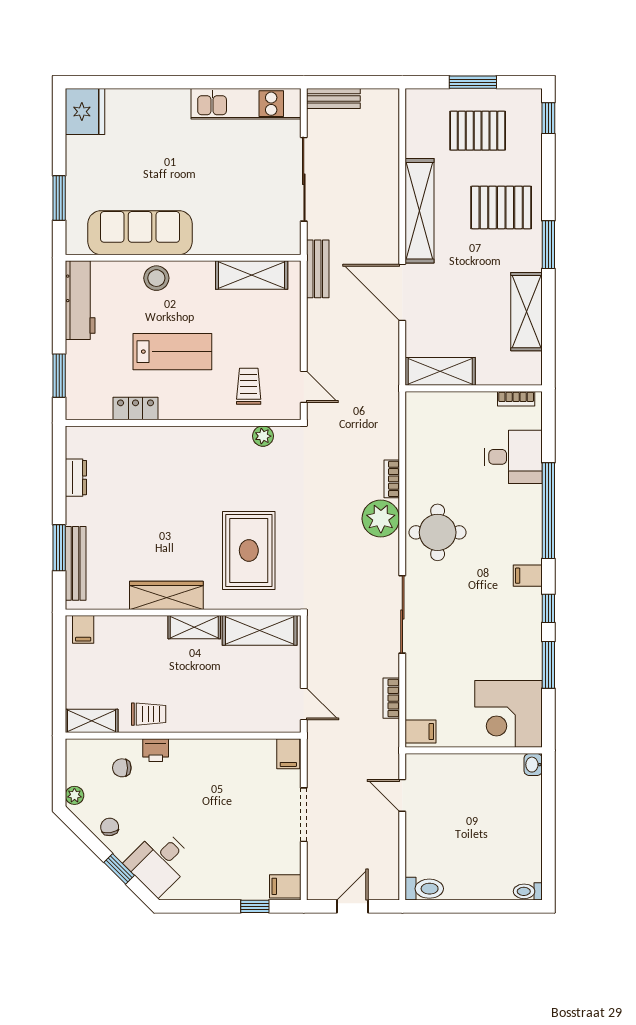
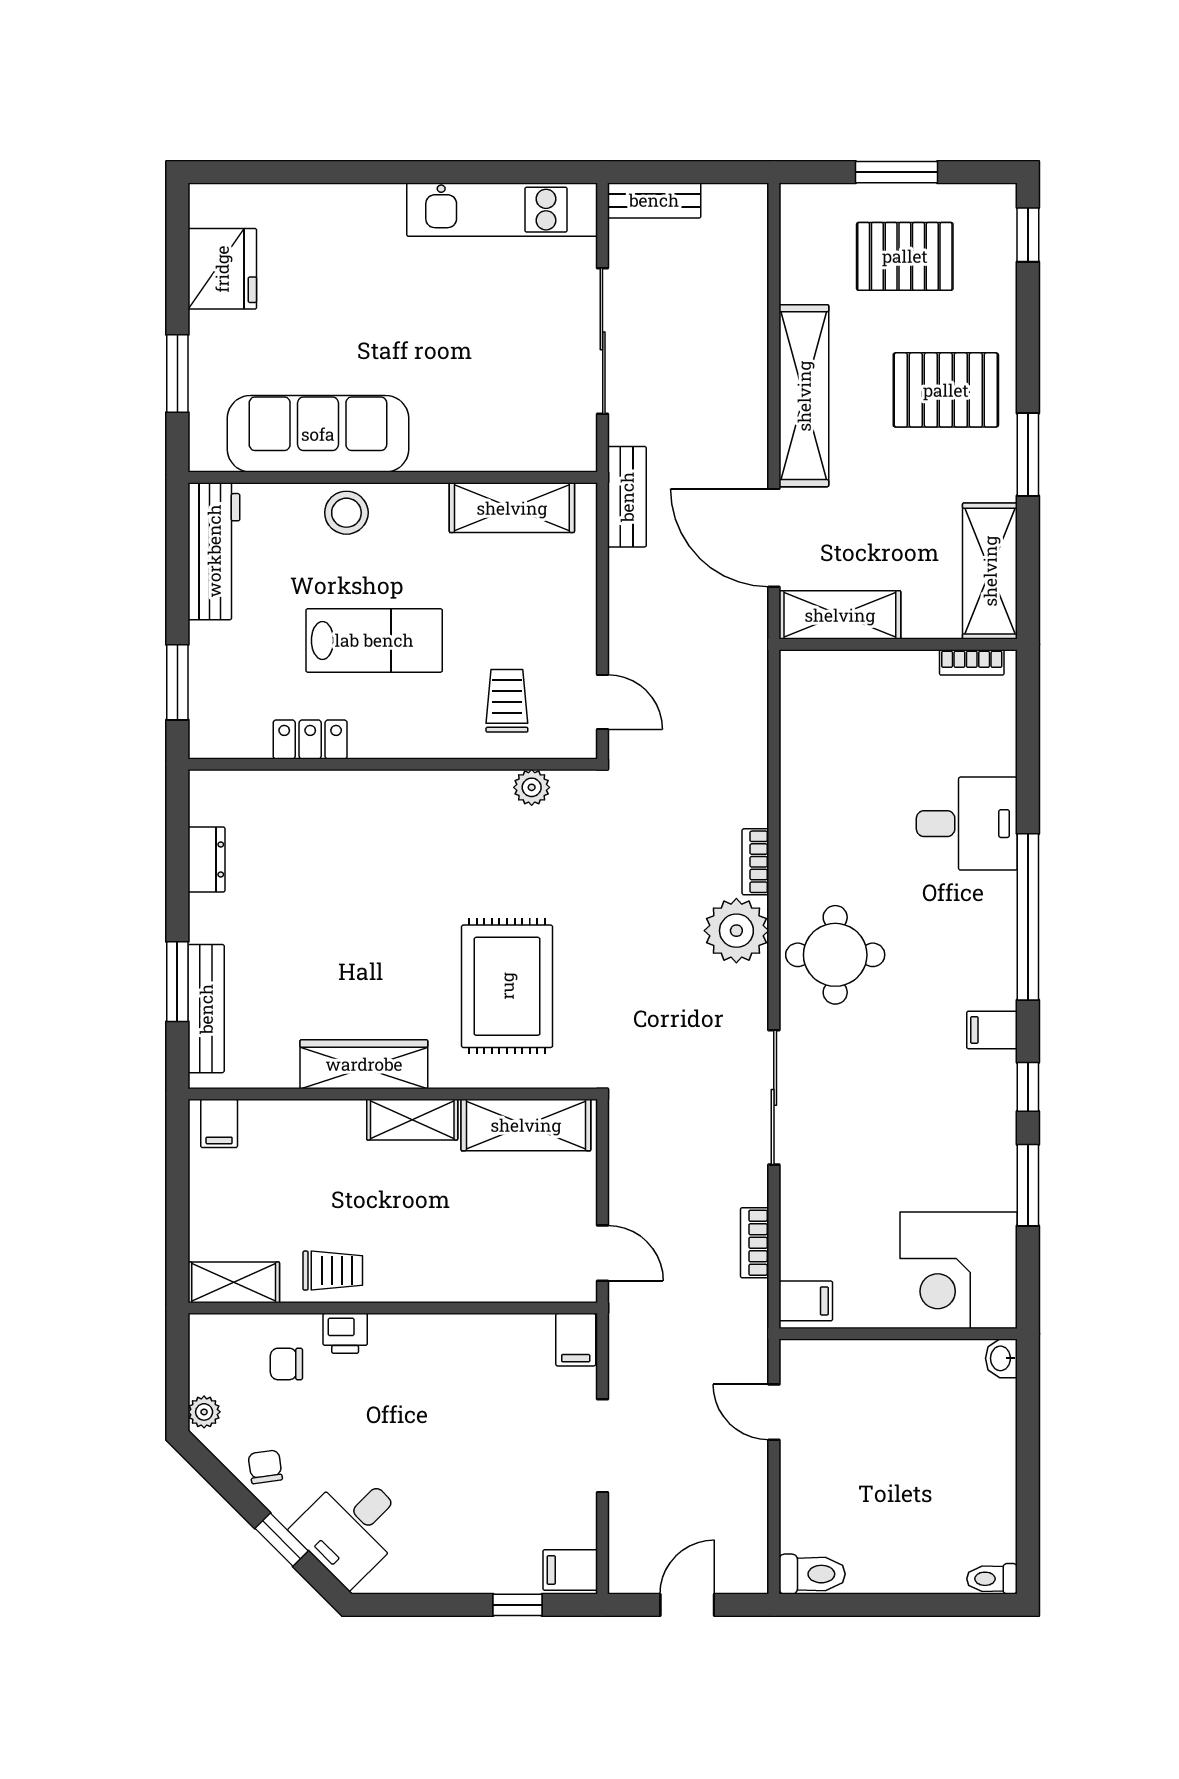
fridge: (85, 112) -> (222, 269), moved
shelving: (440, 371) -> (840, 615), moved
wall: (474, 388) -> (898, 644), moved
bookcase: (516, 399) -> (972, 662), moved

